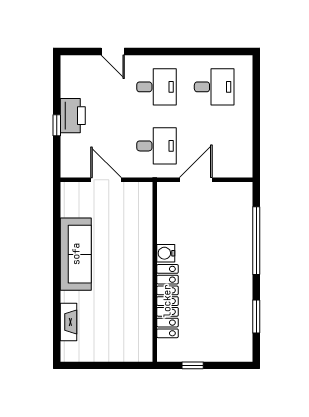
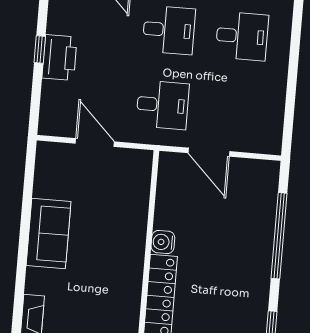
window: (57, 125) -> (40, 50), moved
door: (196, 180) -> (209, 152), swing flipped
sofa: (76, 254) -> (49, 234), width x0.73

